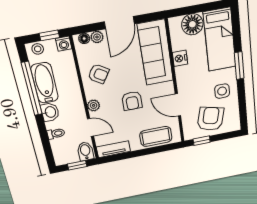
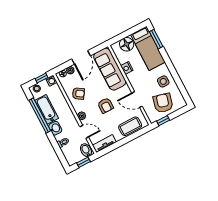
window: (239, 66) -> (156, 39), moved

